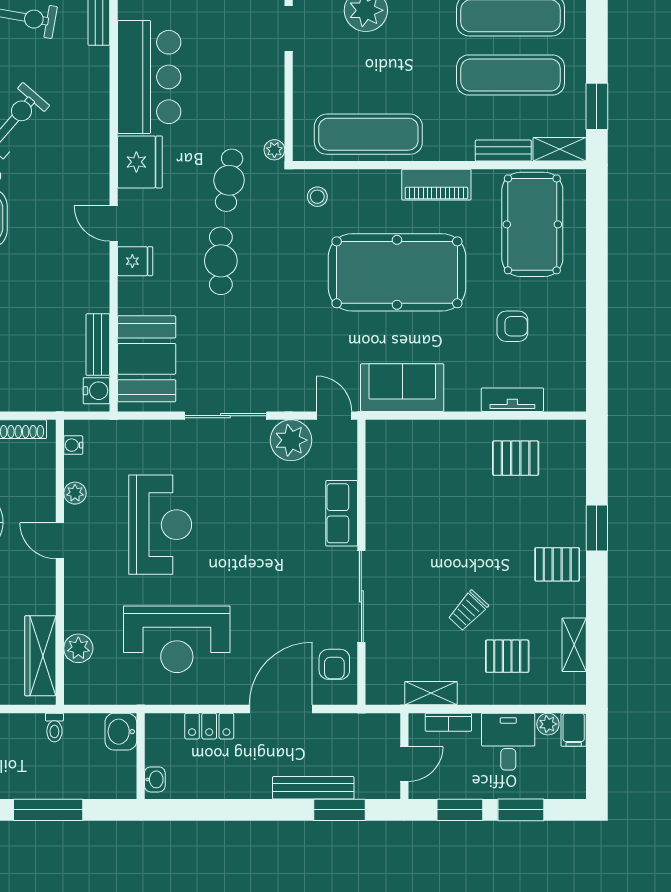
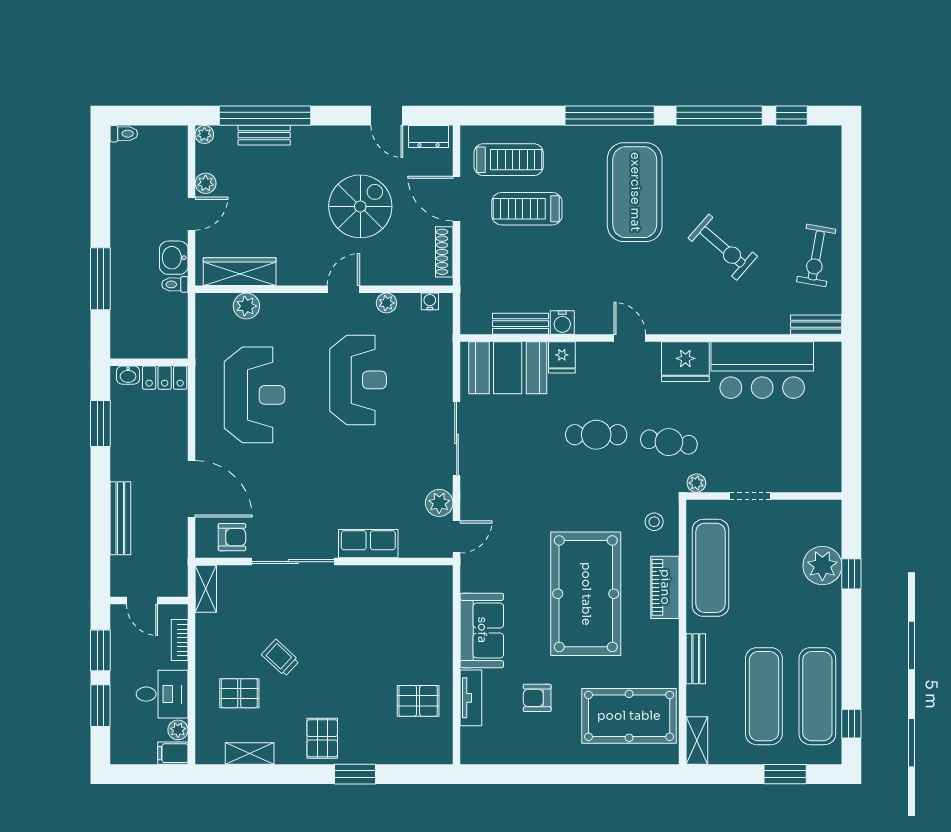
doorway: (289, 28) -> (750, 496), moved
window: (597, 106) -> (785, 774), moved
bench: (503, 151) -> (696, 659), moved
piano: (436, 185) -> (665, 587), moved
door: (114, 224) -> (630, 338), hinge flipped
fridge: (135, 261) -> (562, 357), moved
armchair: (512, 326) -> (537, 698), turned 90
sofa: (402, 388) -> (482, 630), moved
water cooler: (96, 391) -> (562, 322), moved
plant: (291, 440) -> (439, 503), width x0.73, depth x0.73
pallet: (516, 458) -> (418, 701), turned 90
reception desk: (160, 525) -> (358, 380), turned -90
reception desk: (177, 639) -> (254, 395), turned 180
pallet: (507, 656) -> (239, 693), turned 90
armchair: (334, 664) -> (232, 537), turned 180
shelving: (431, 693) -> (206, 589), moved
locker: (209, 726) -> (165, 378), moved, turned -90
washbasin: (121, 732) -> (174, 258), moved, turned -90
window: (339, 810) -> (100, 424), moved

